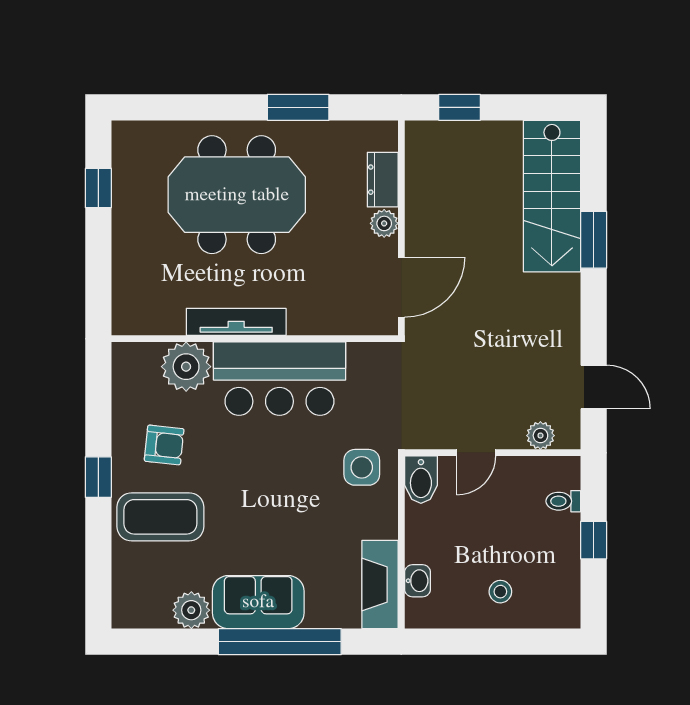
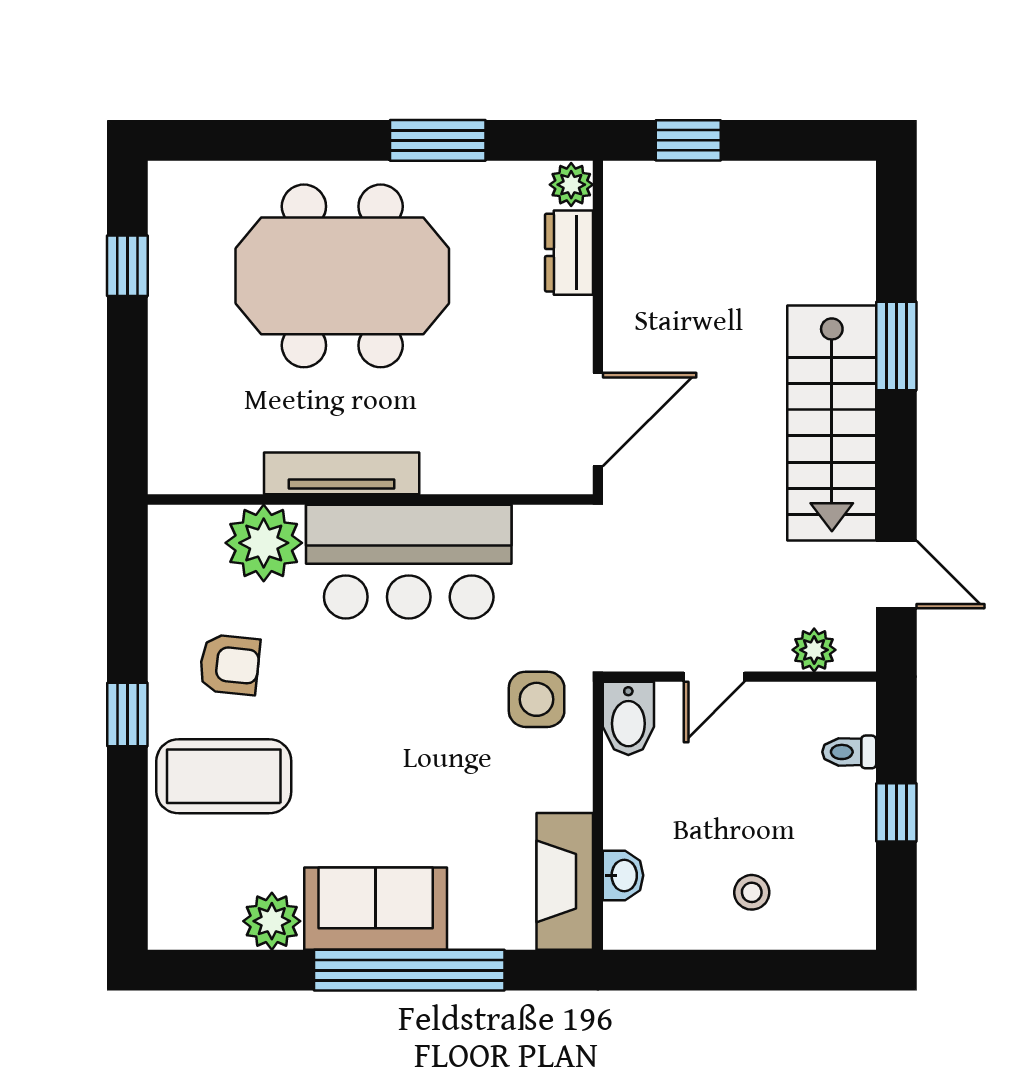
stairs: (552, 196) -> (832, 423), moved
plant: (384, 223) -> (571, 185), moved

